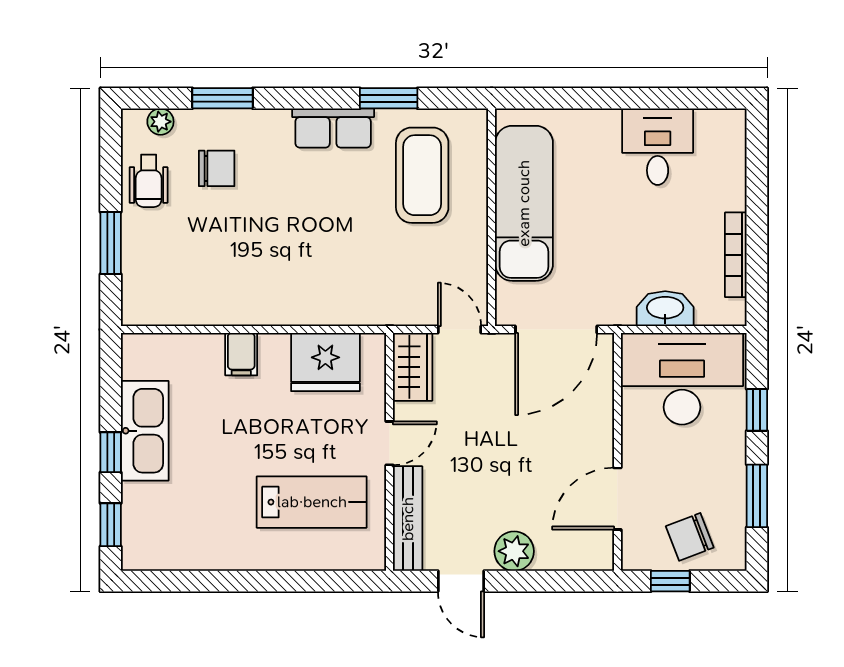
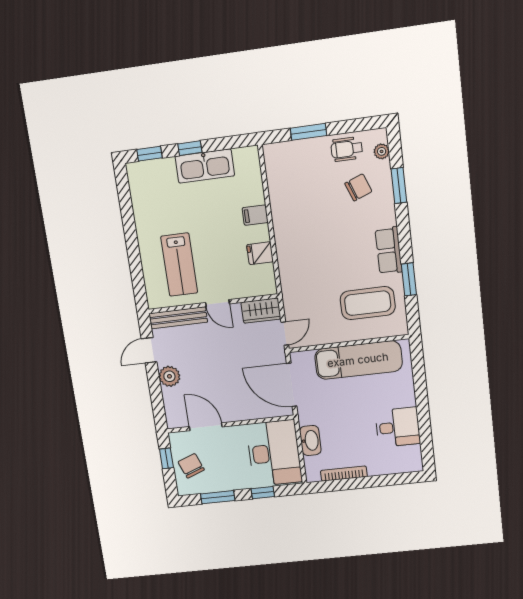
chair: (217, 168) -> (358, 187), turned -111
fridge: (325, 362) -> (260, 253), width x0.53, depth x0.75

